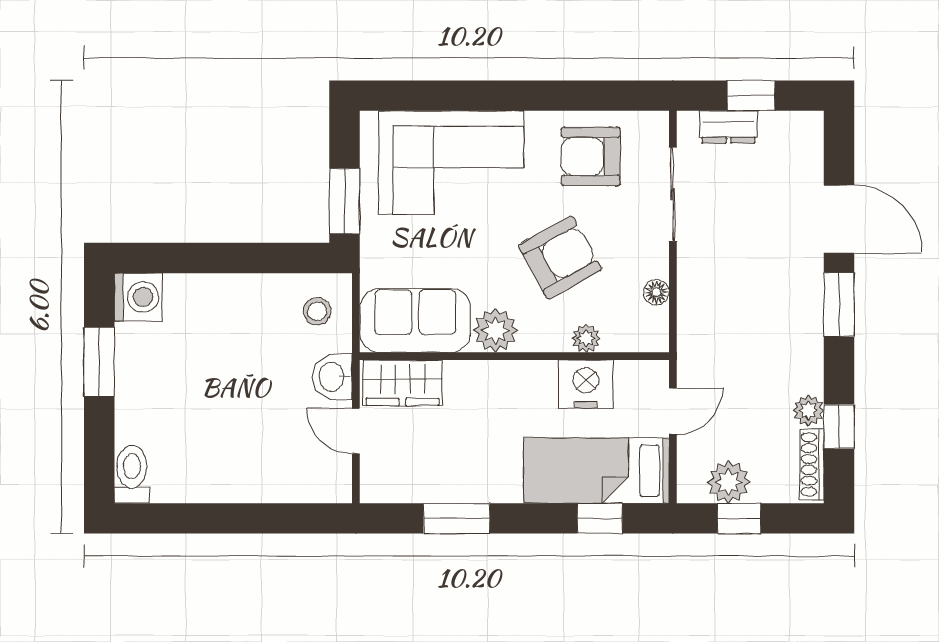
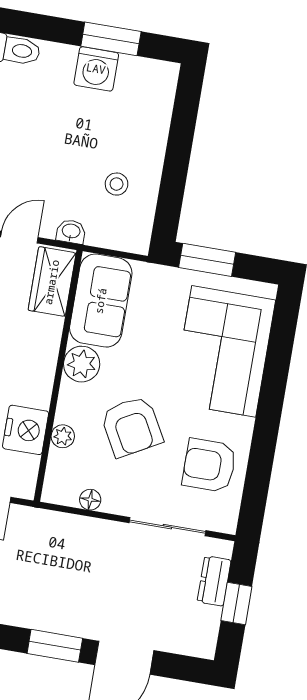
armchair: (591, 156) -> (209, 465), turned -90
washing machine: (138, 297) -> (96, 69), moved
stool: (317, 311) -> (117, 184), moved
washbasin: (333, 377) -> (71, 232), width x0.72, depth x0.69

